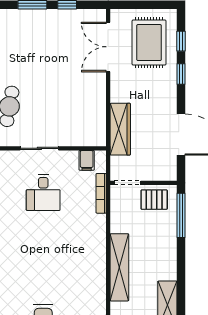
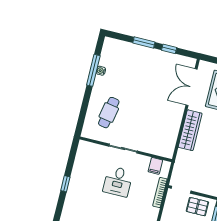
wardrobe: (120, 129) -> (190, 130), moved

